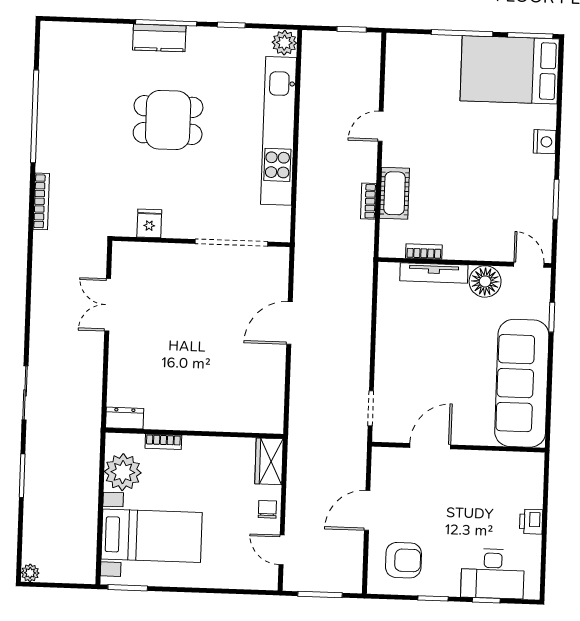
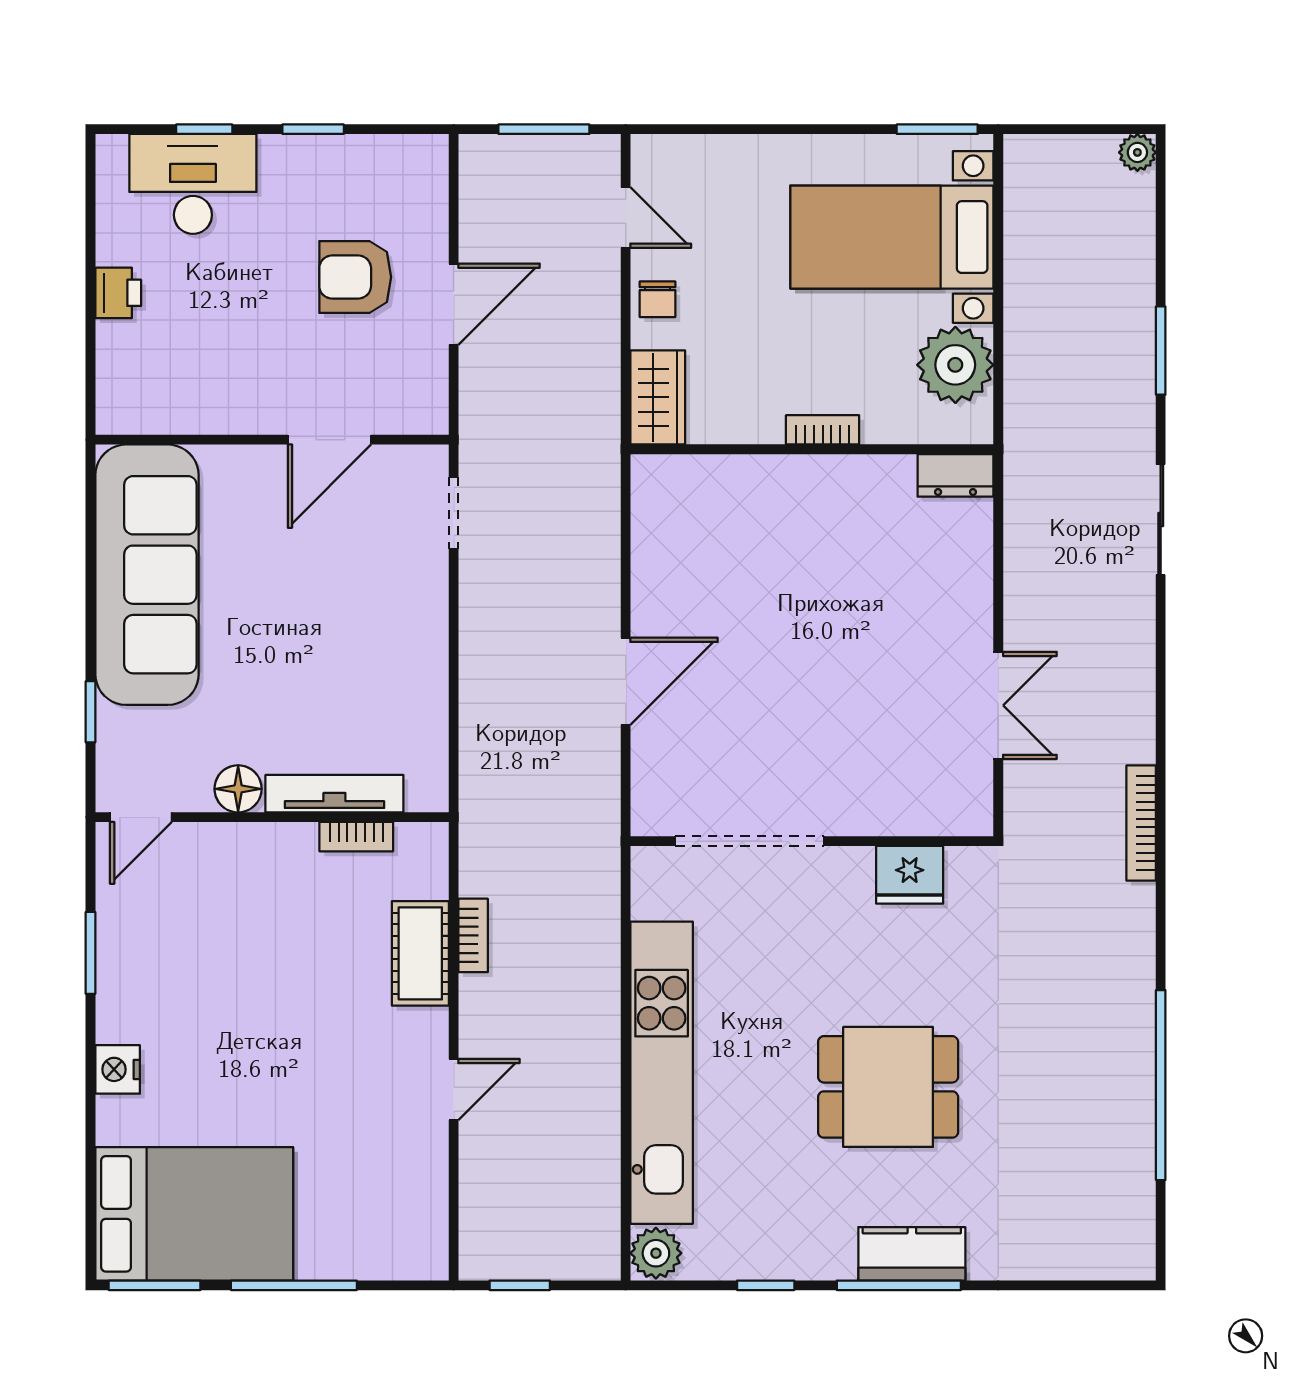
bookcase: (41, 201) -> (1141, 823), moved
fridge: (149, 223) -> (910, 875), width x1.38
door: (529, 265) -> (141, 817), hinge flipped
floor lamp: (485, 281) -> (238, 789), width x0.73, depth x0.73
bookcase: (163, 442) -> (823, 430), moved
armchair: (403, 560) -> (355, 277), moved

